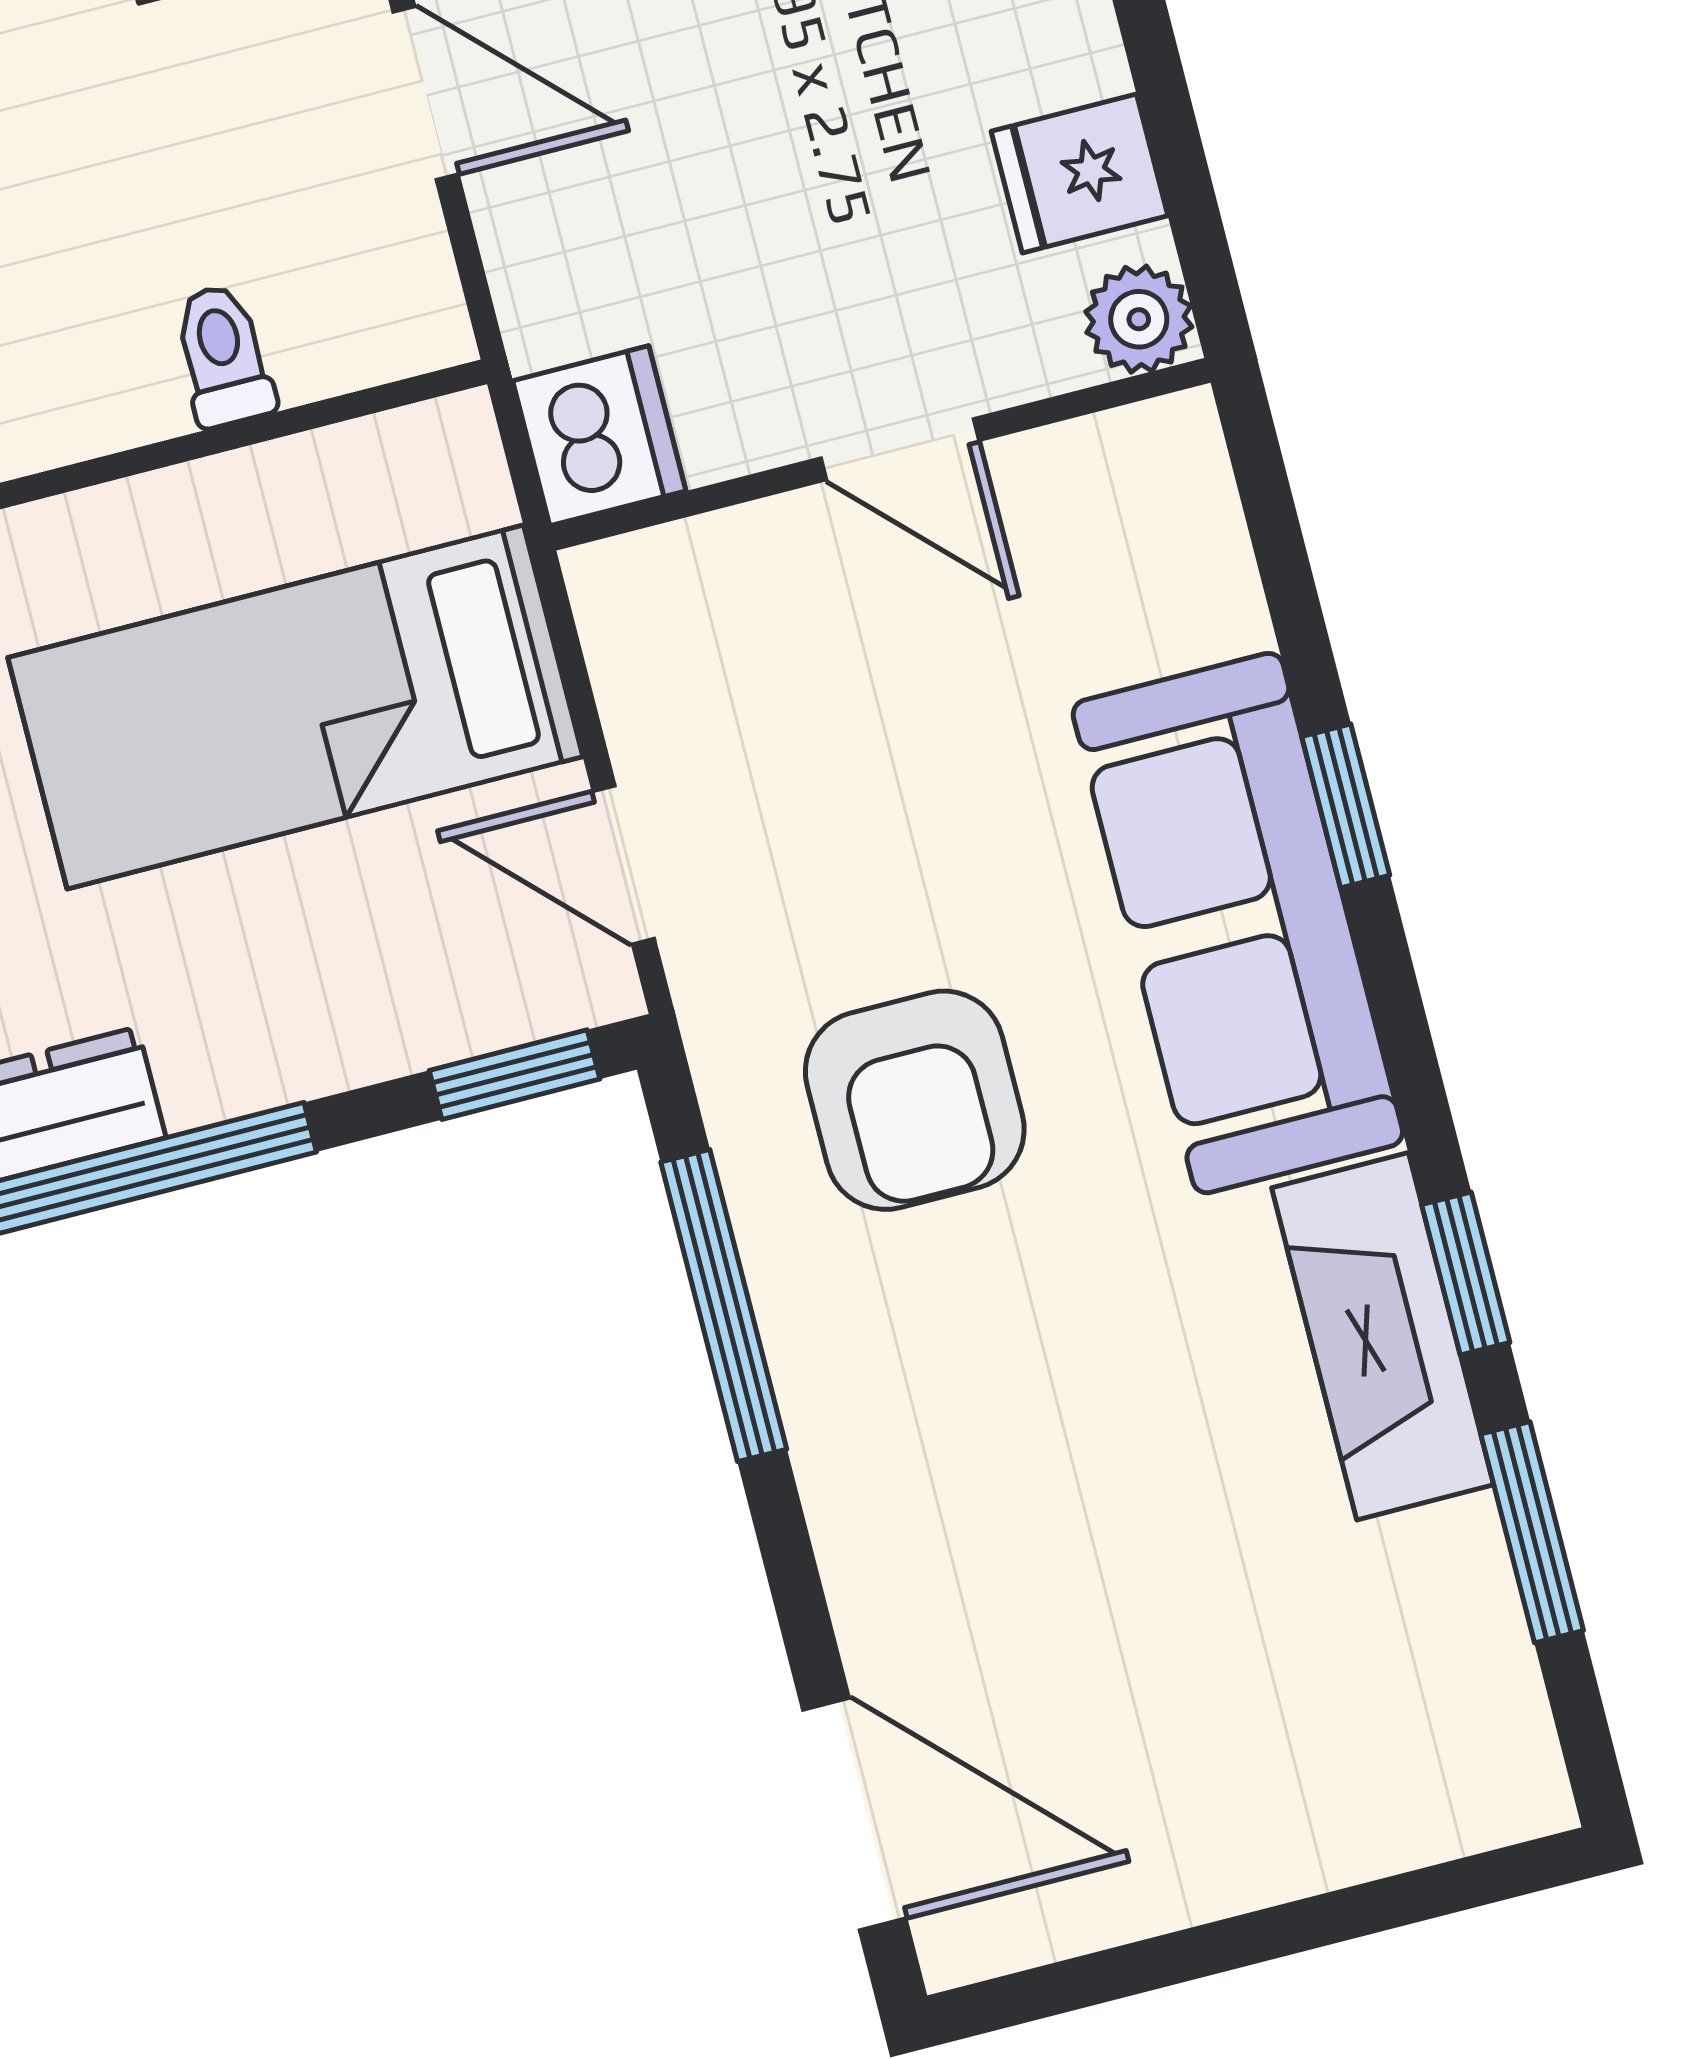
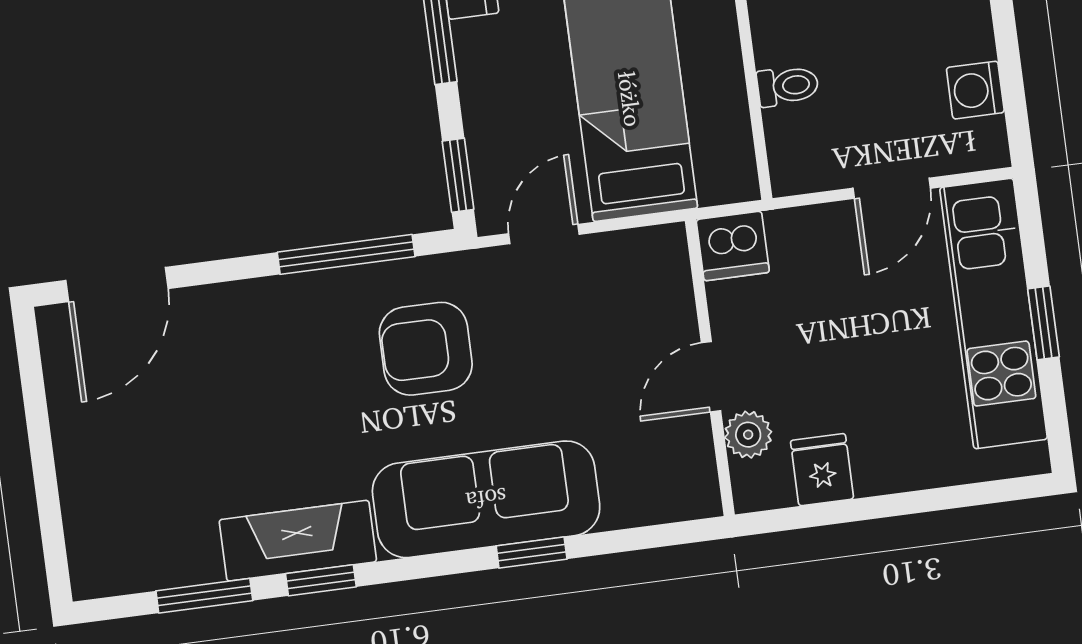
plant: (1139, 319) -> (748, 435), moved

